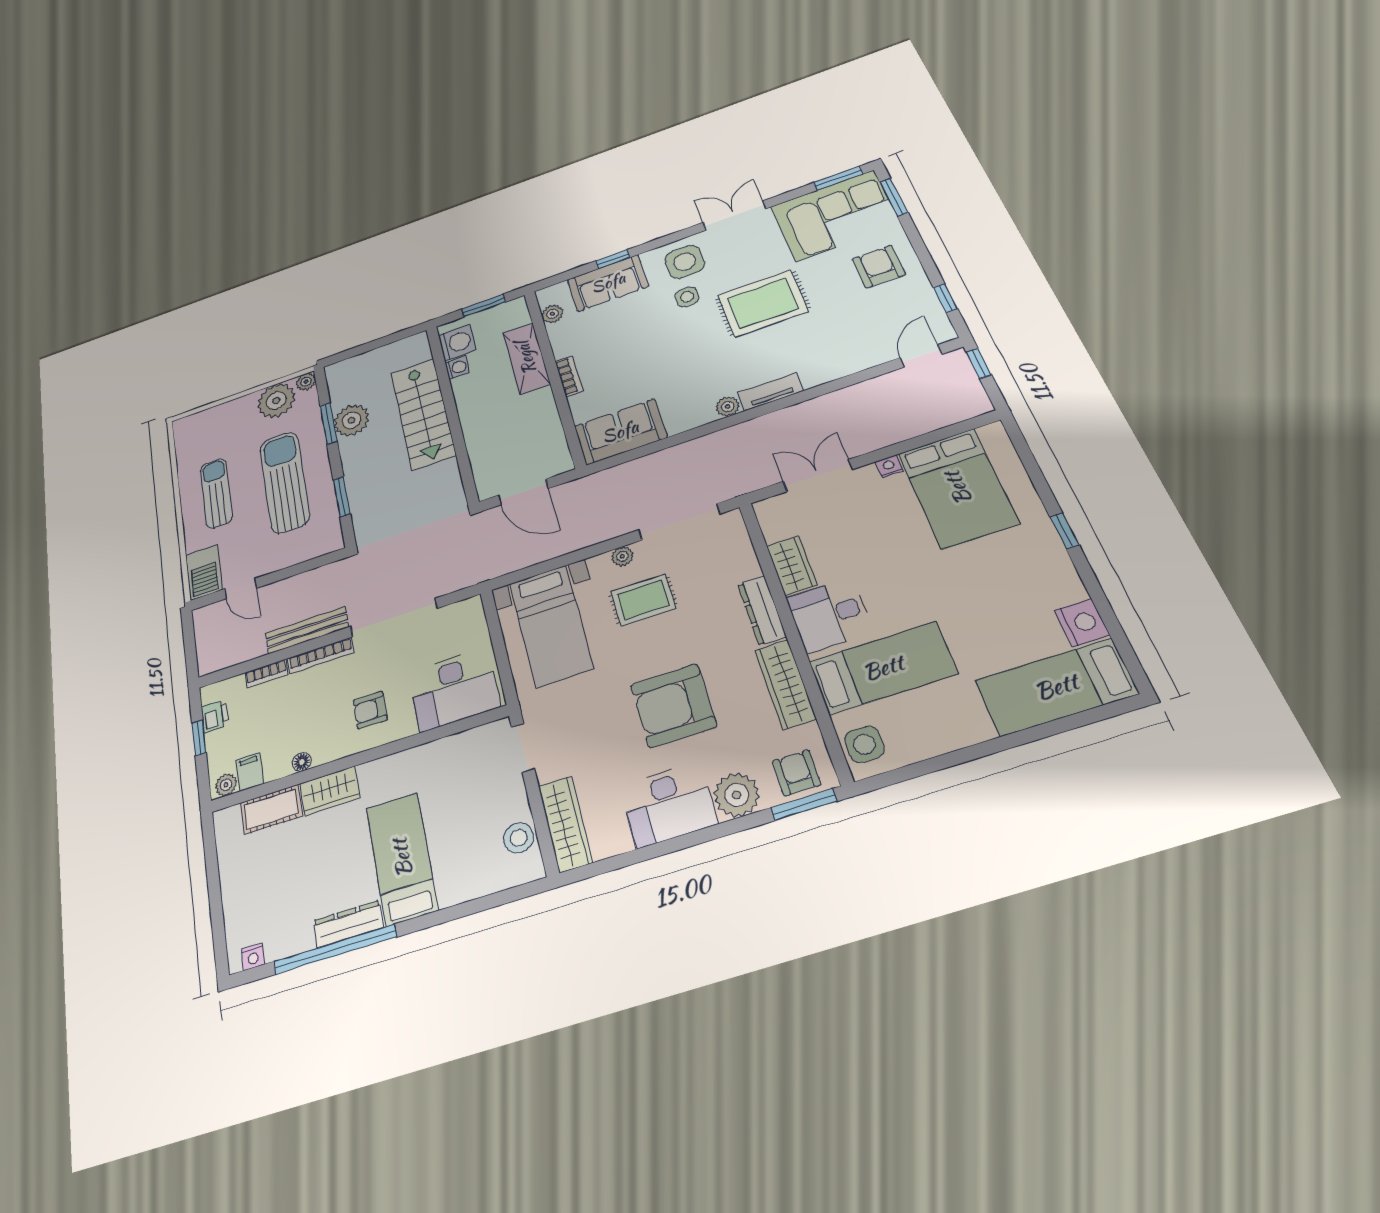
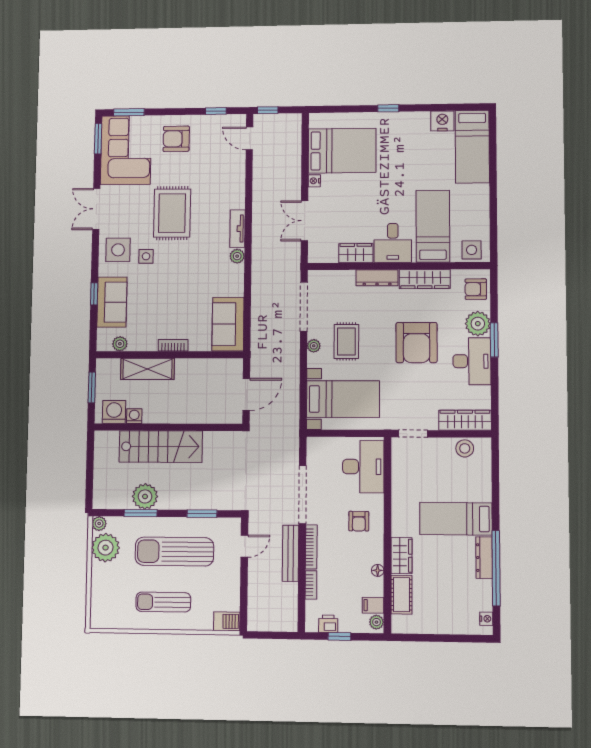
barbecue: (204, 572) -> (227, 621), width x0.73, depth x0.79
door: (241, 588) -> (244, 546), moved
window: (804, 805) -> (494, 340), moved

